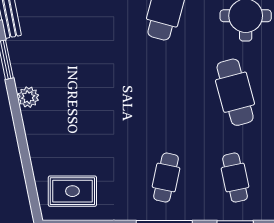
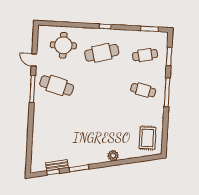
plant: (28, 97) -> (113, 156), moved

